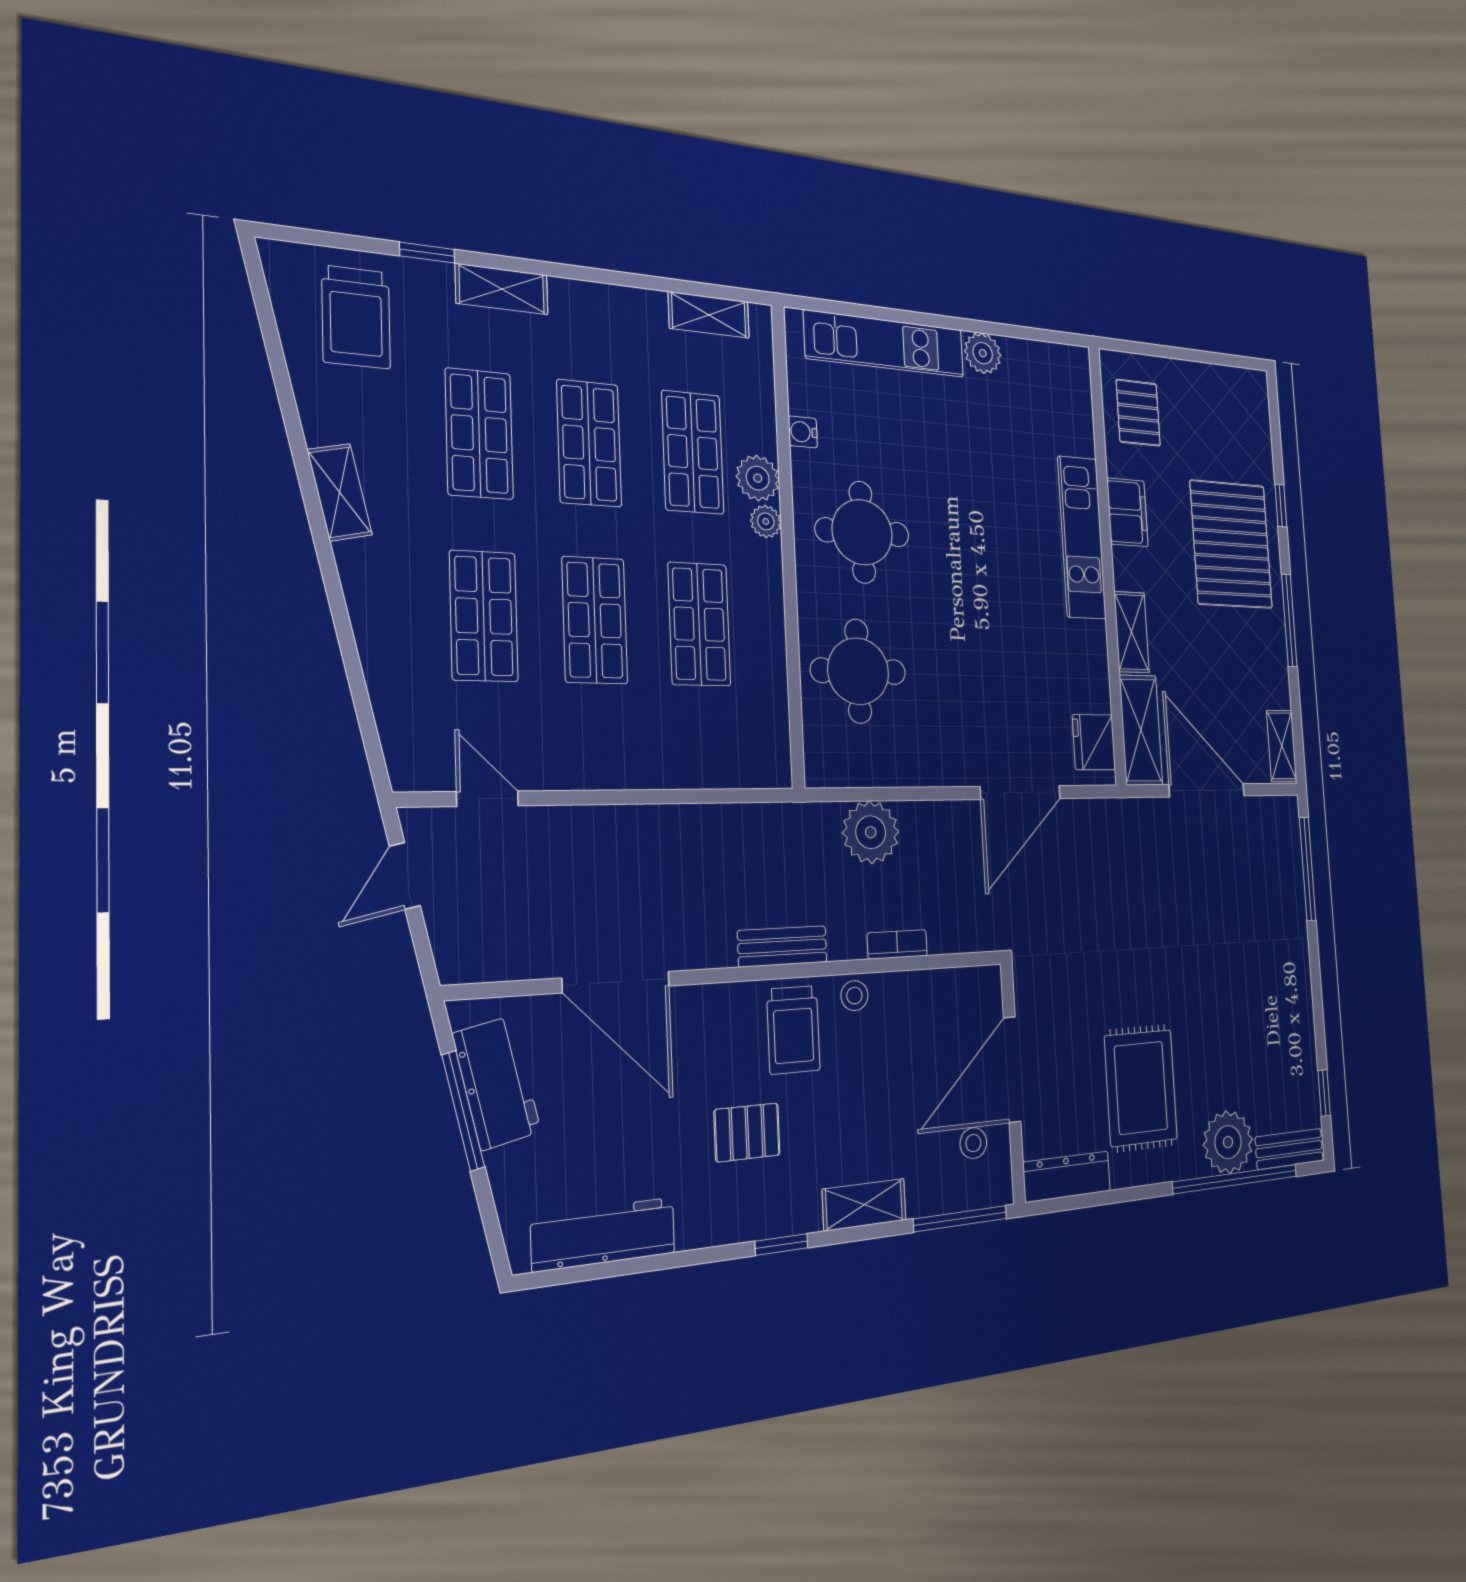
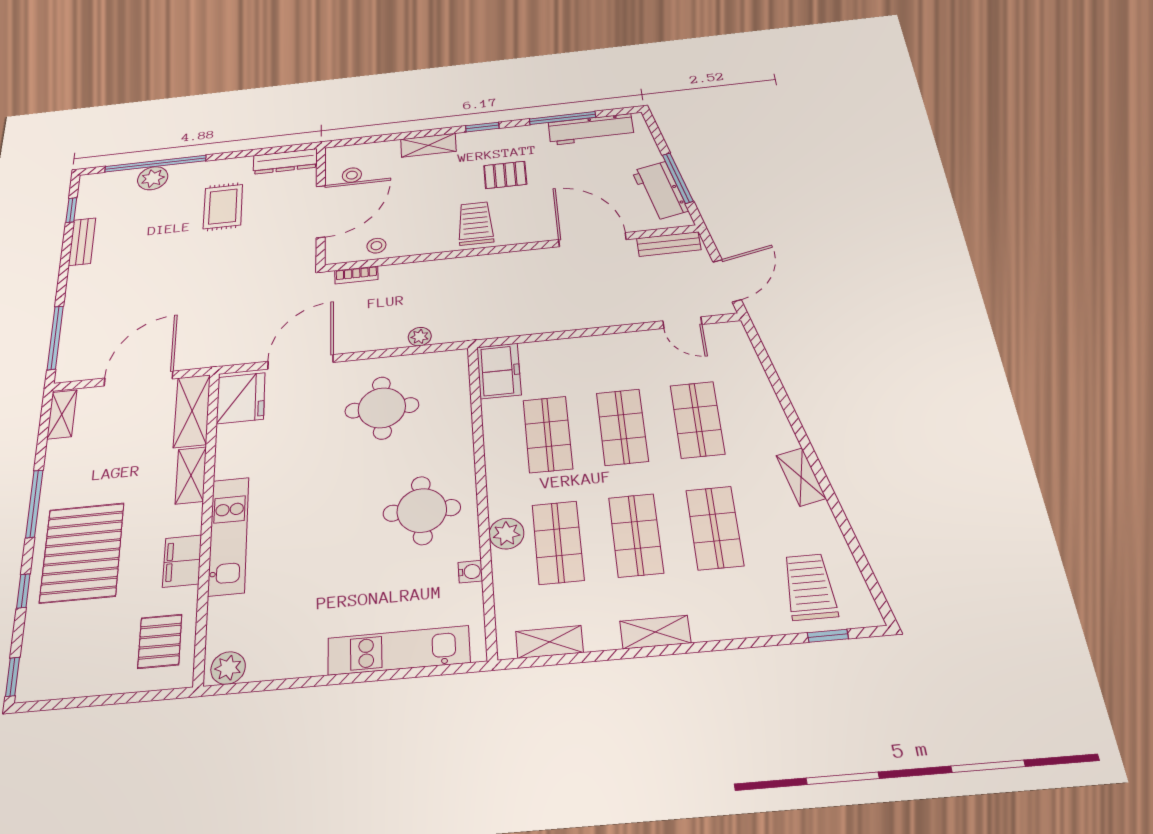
window: (427, 253) -> (828, 636), moved
shelving: (502, 289) -> (655, 632), moved
plant: (983, 353) -> (228, 668), moved
window: (1273, 402) -> (12, 677), added
plant: (766, 521) -> (499, 506), removed
round table: (858, 671) -> (382, 408), moved
fridge: (1094, 742) -> (241, 398), width x1.36, depth x1.34
freezer: (763, 743) -> (499, 371), added
door: (1207, 790) -> (138, 378), swing flipped
plant: (871, 832) -> (420, 337), width x0.53, depth x0.53
door: (405, 876) -> (727, 281), width x1.38
bookcase: (897, 944) -> (356, 275), moved
bench: (782, 946) -> (669, 244), moved
stool: (854, 996) -> (376, 246), moved
rug: (1141, 1088) -> (223, 207), width x0.73, depth x0.70
plant: (1228, 1142) -> (153, 178), width x0.73, depth x0.73
bench: (1289, 1149) -> (82, 242), moved, turned 90
window: (960, 1219) -> (562, 118), moved

